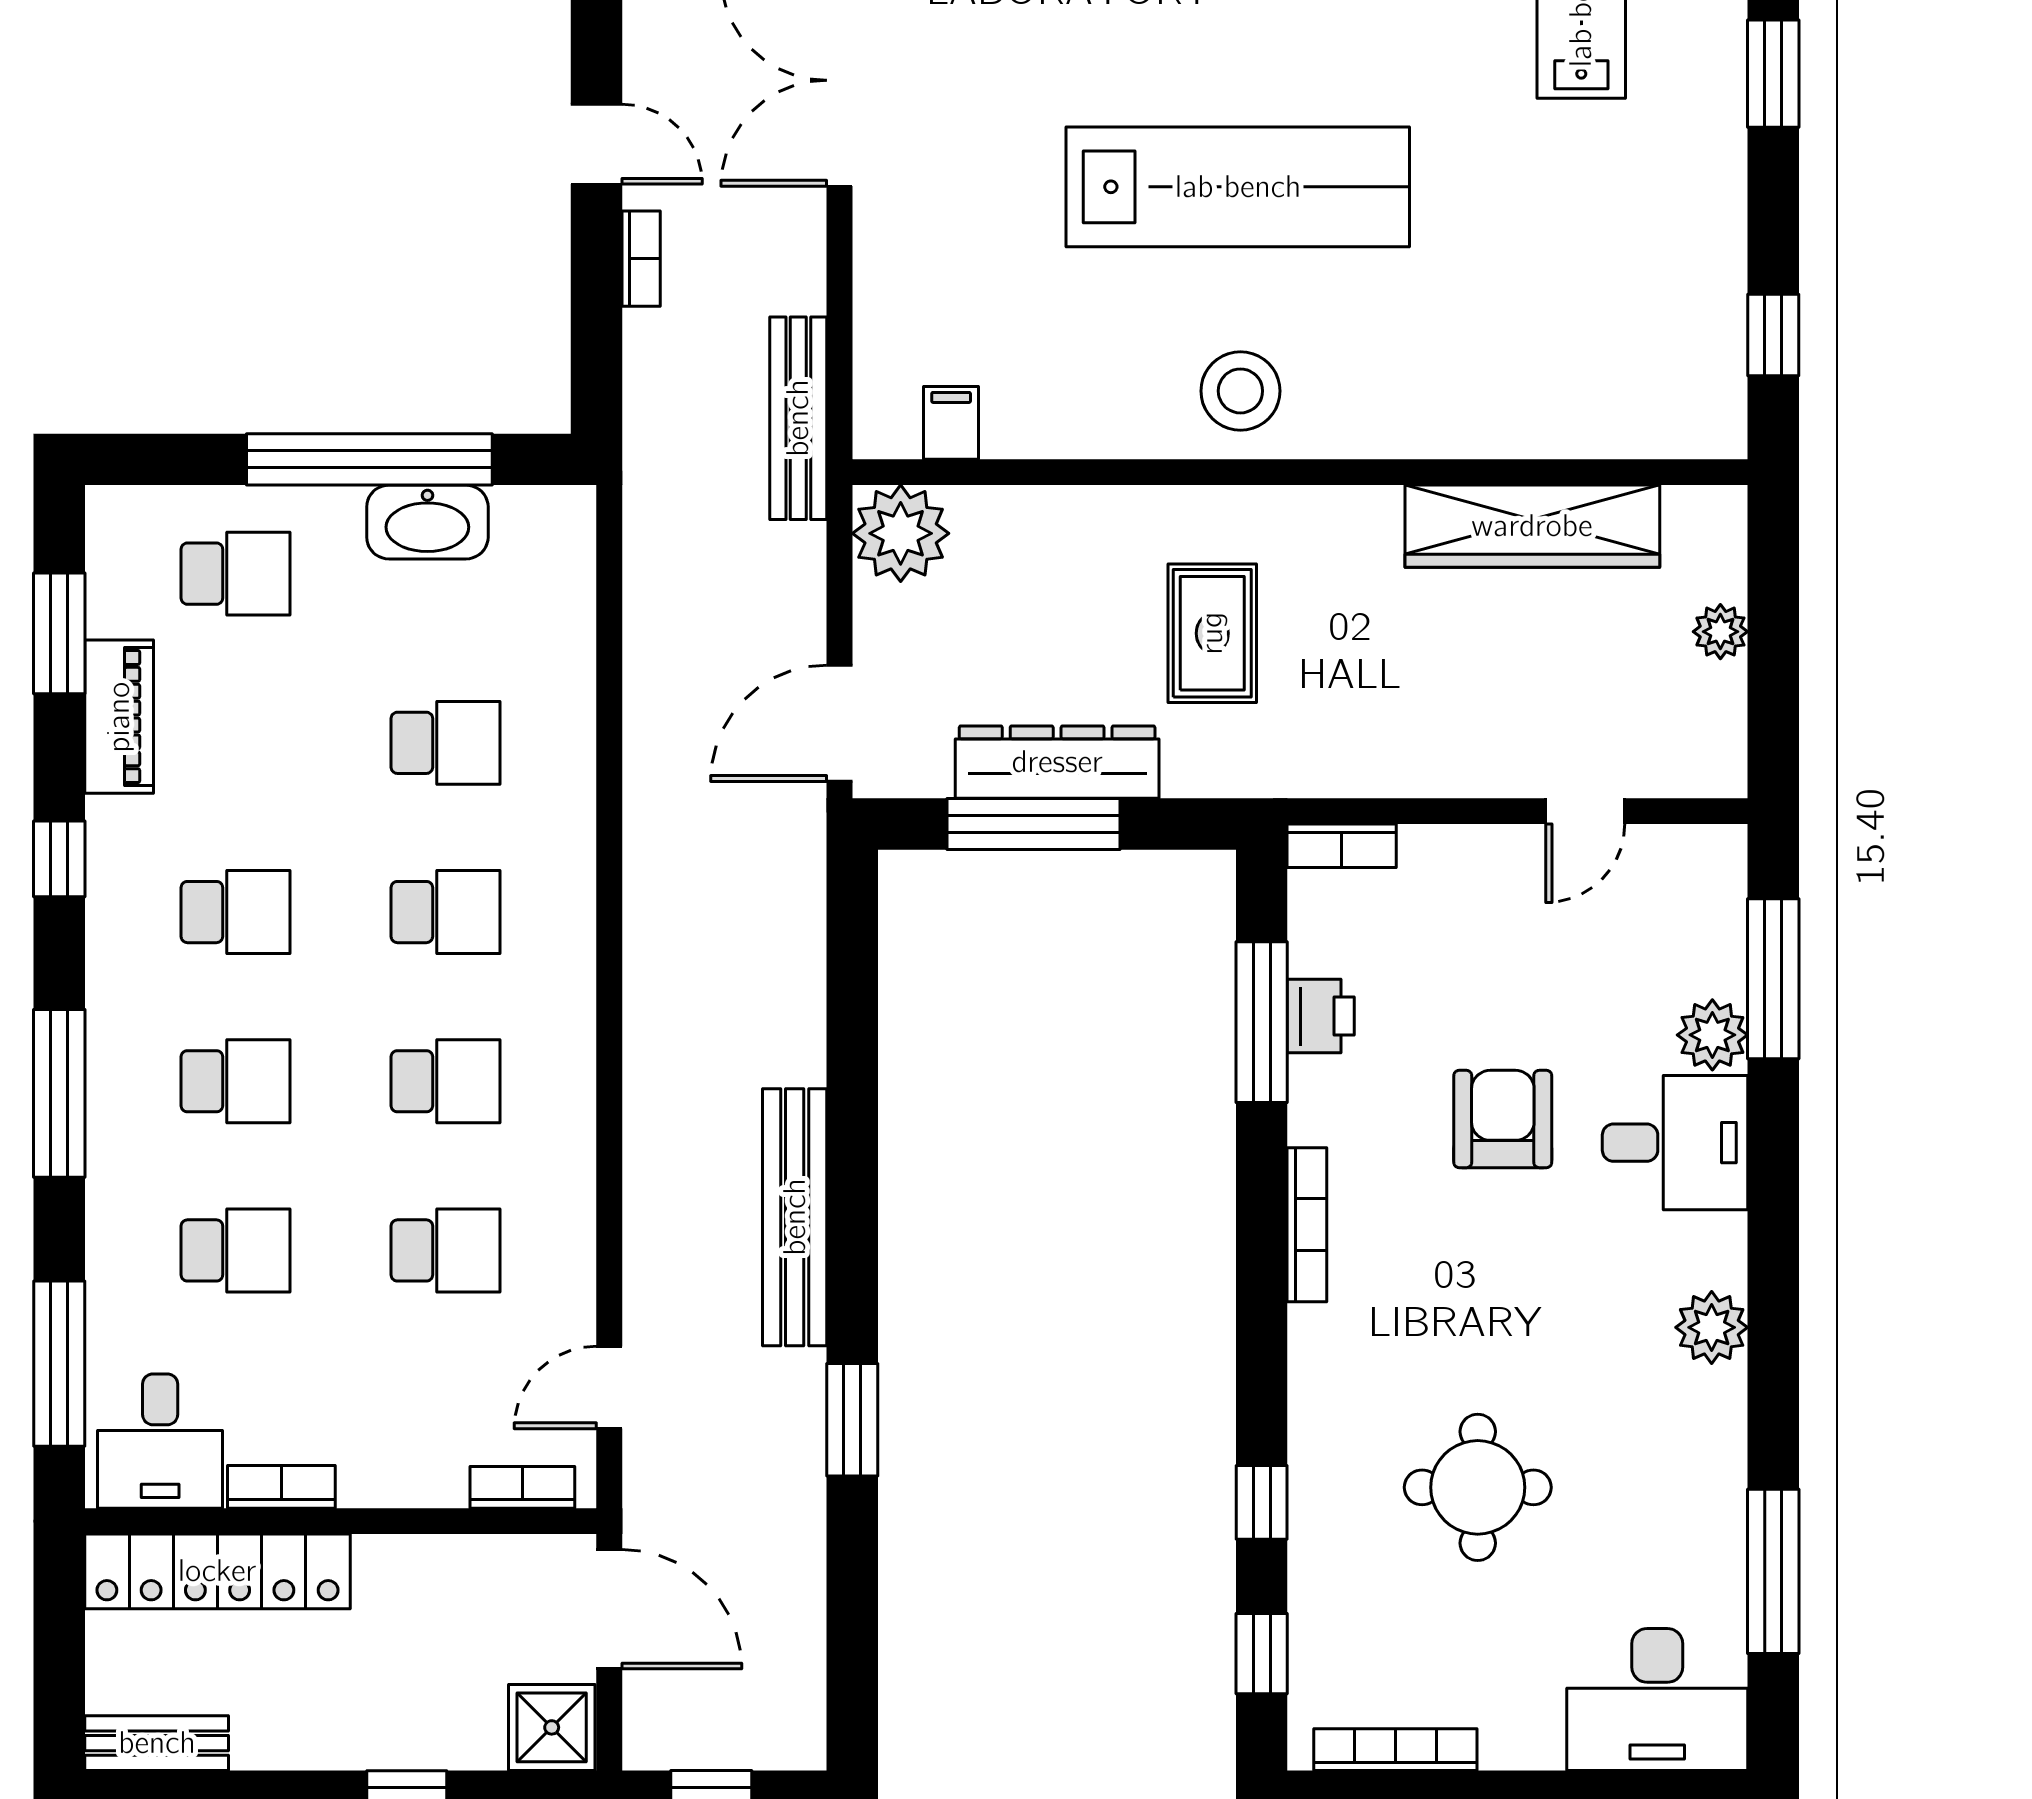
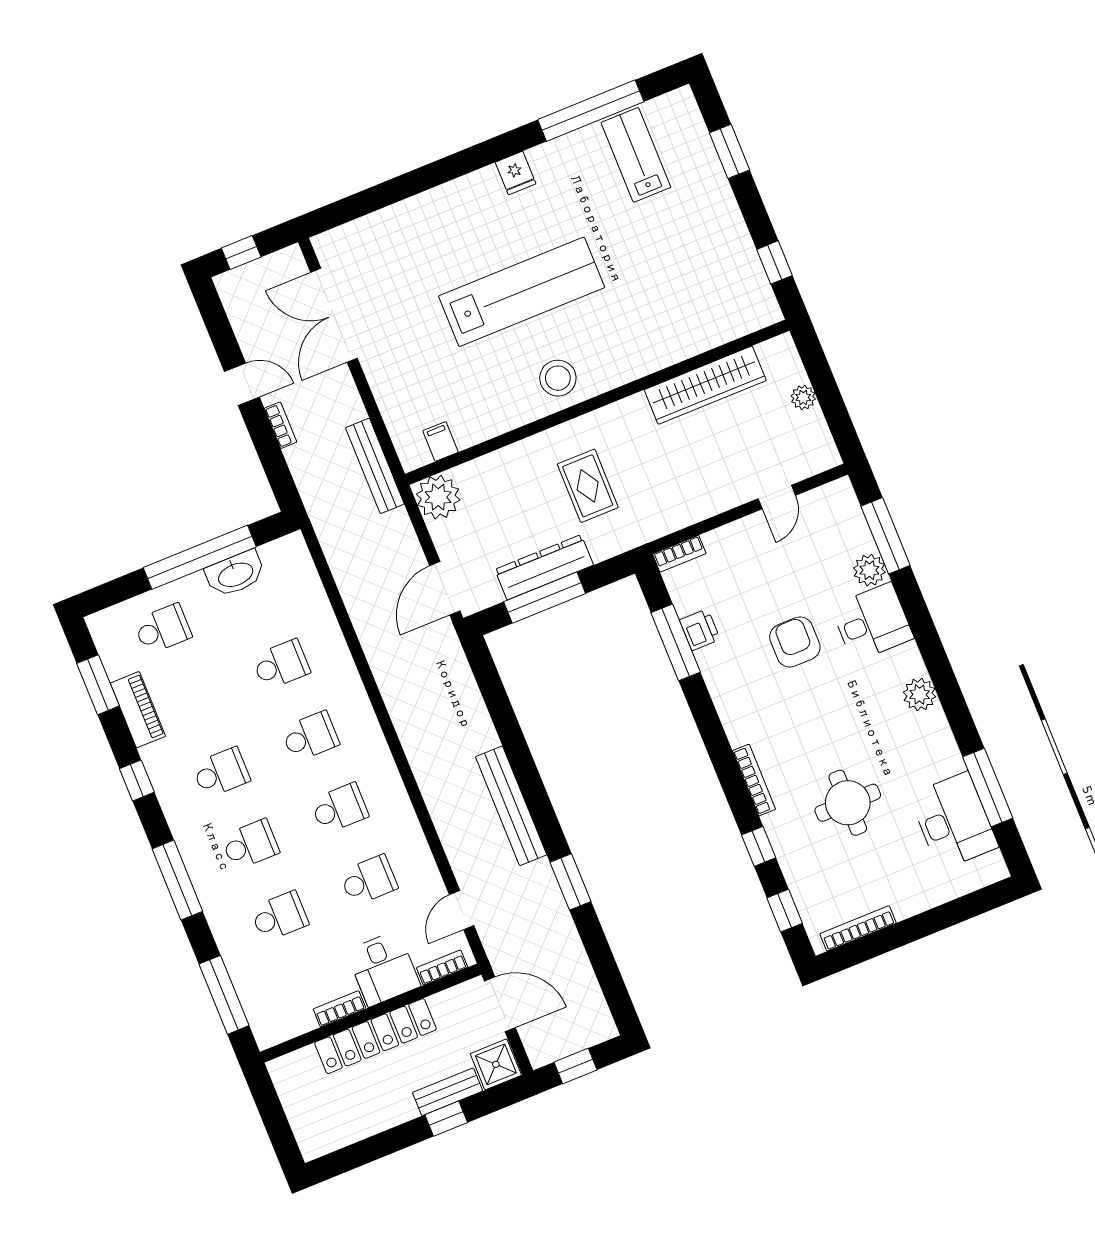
bookcase: (1307, 1225) -> (754, 780), moved
desk: (160, 1441) -> (383, 968), moved
locker: (217, 1571) -> (375, 1036), moved
desk: (1657, 1699) -> (954, 821), moved, turned -90
bench: (157, 1743) -> (448, 1092), moved

